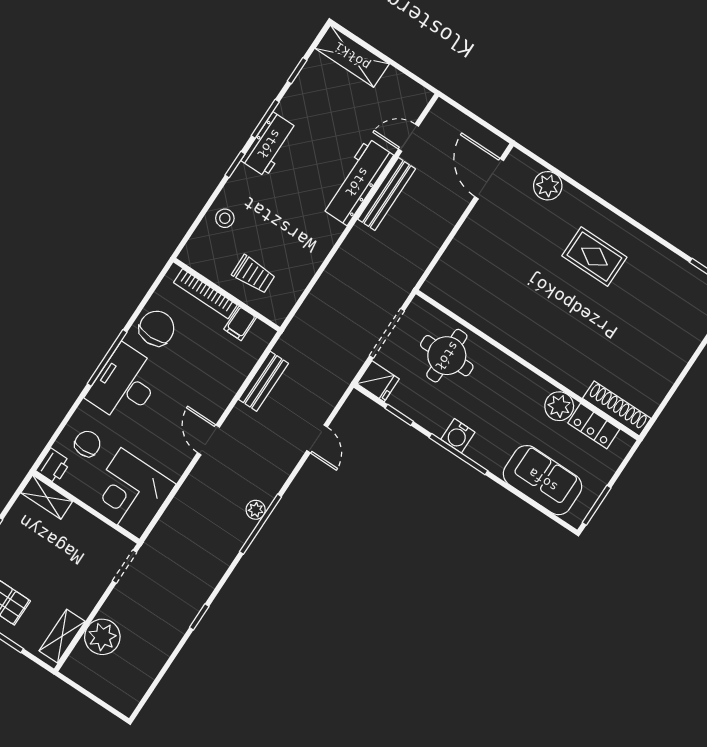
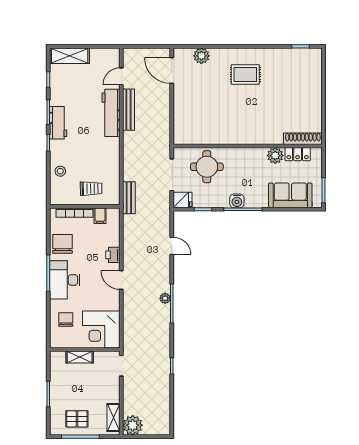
bench: (263, 381) -> (129, 198), moved
printer: (53, 466) -> (113, 255), moved, turned 180
shelving: (47, 497) -> (80, 357), moved
plant: (102, 637) -> (133, 425), moved

